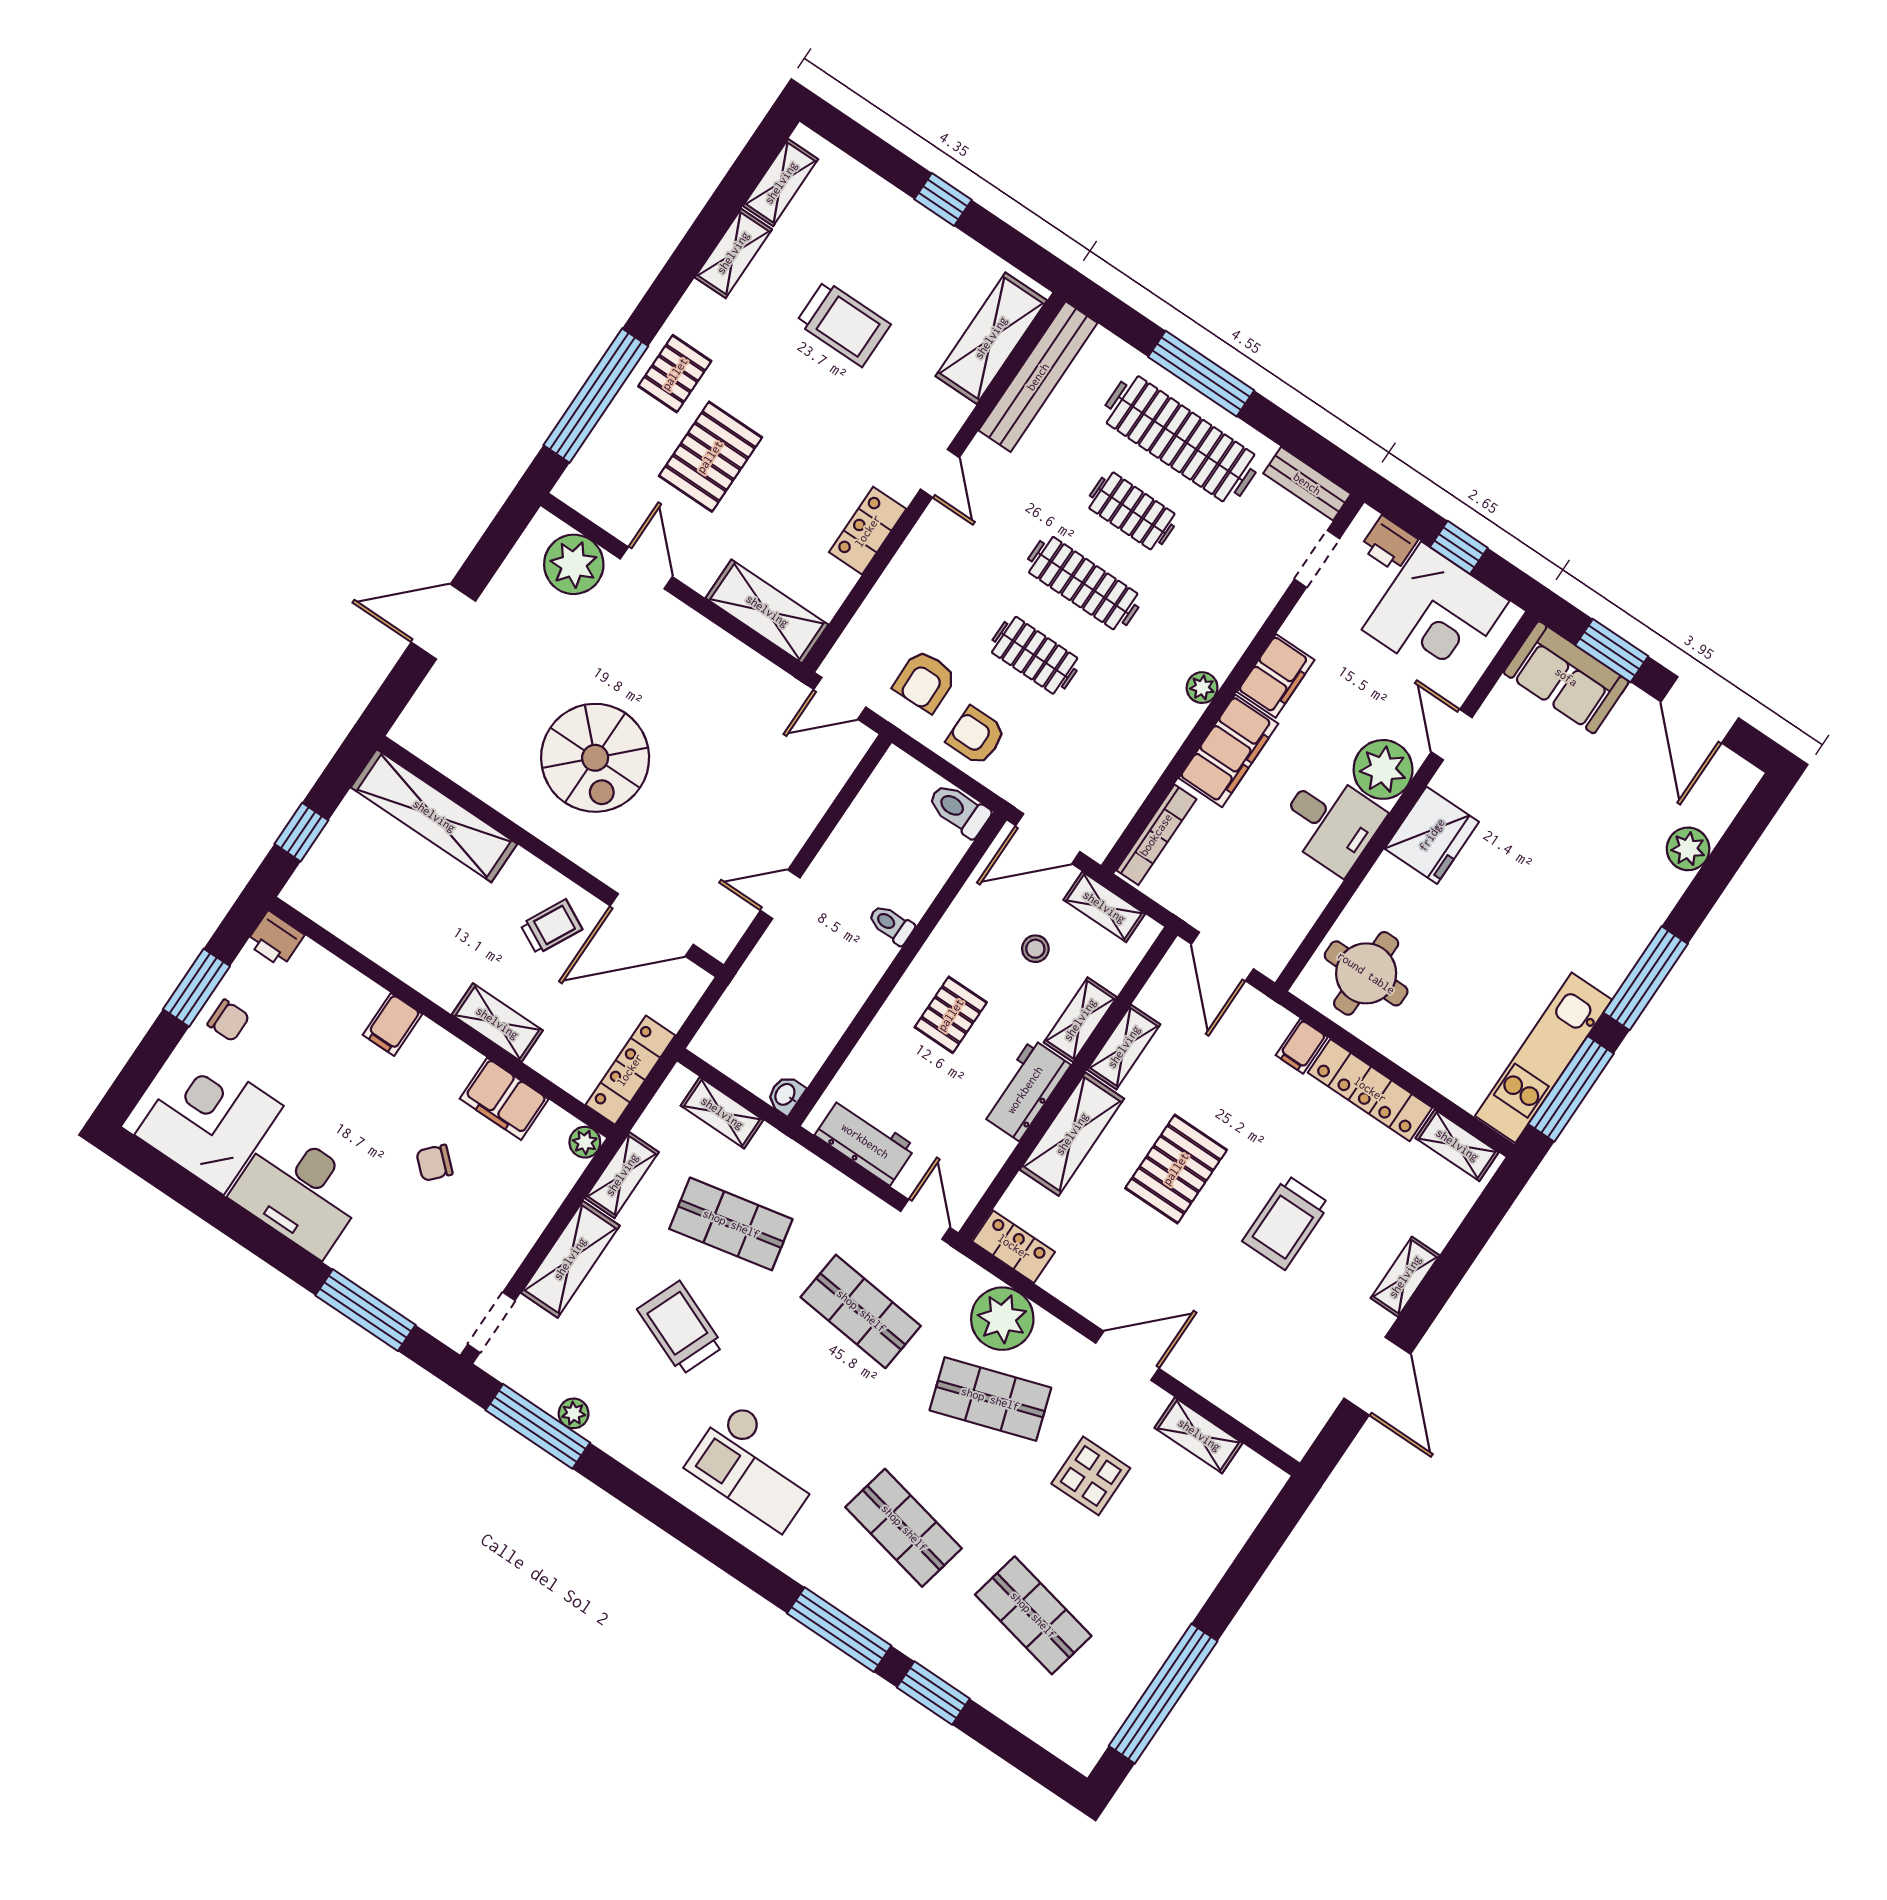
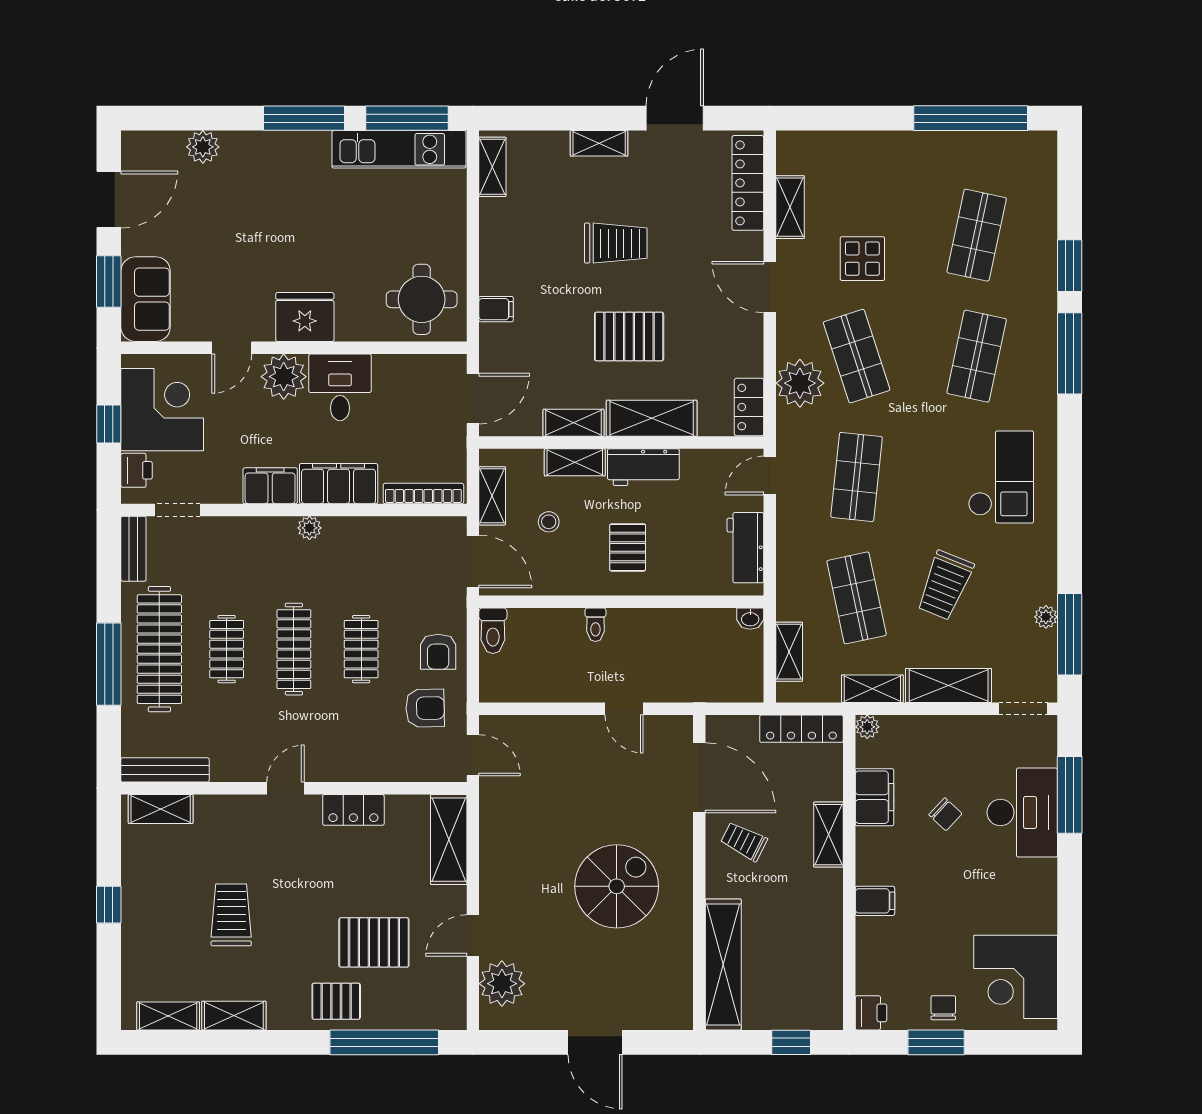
shelving: (991, 338) -> (161, 809), width x0.67, depth x0.75
bench: (1038, 377) -> (165, 770), width x0.73, depth x0.82
pallet: (951, 1015) -> (628, 547), turned 90
locker: (1370, 1090) -> (748, 183), moved, turned 180
desk: (300, 1192) -> (1022, 813), moved

